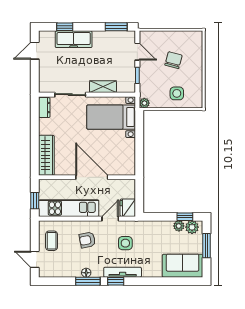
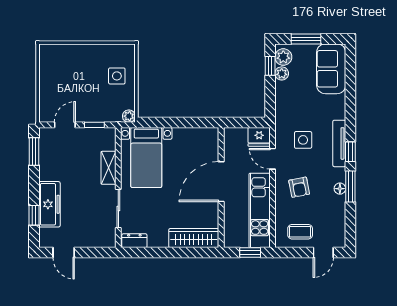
chair: (174, 60) -> (75, 80), removed

